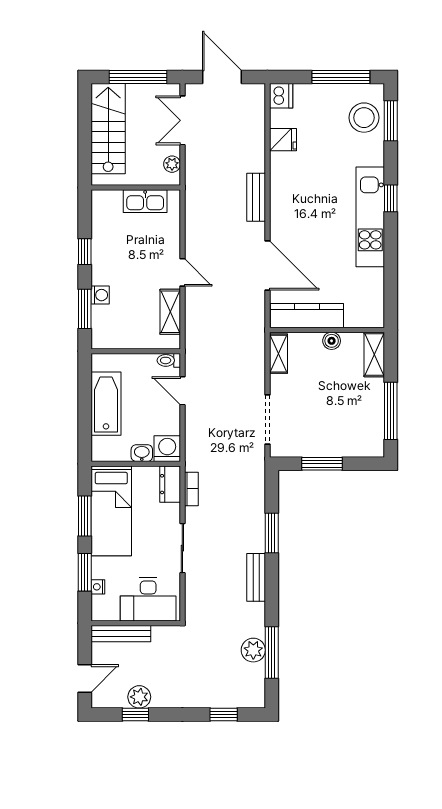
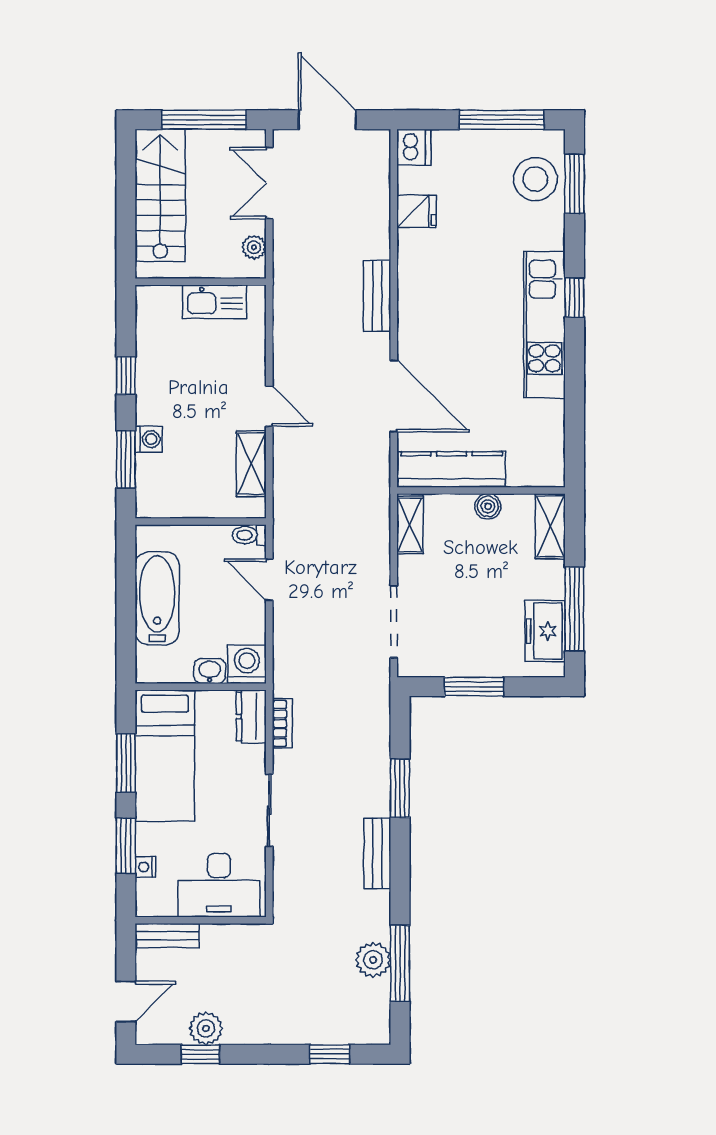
freezer: (371, 426) -> (545, 631), added
bench: (121, 634) -> (167, 936), width x0.73

